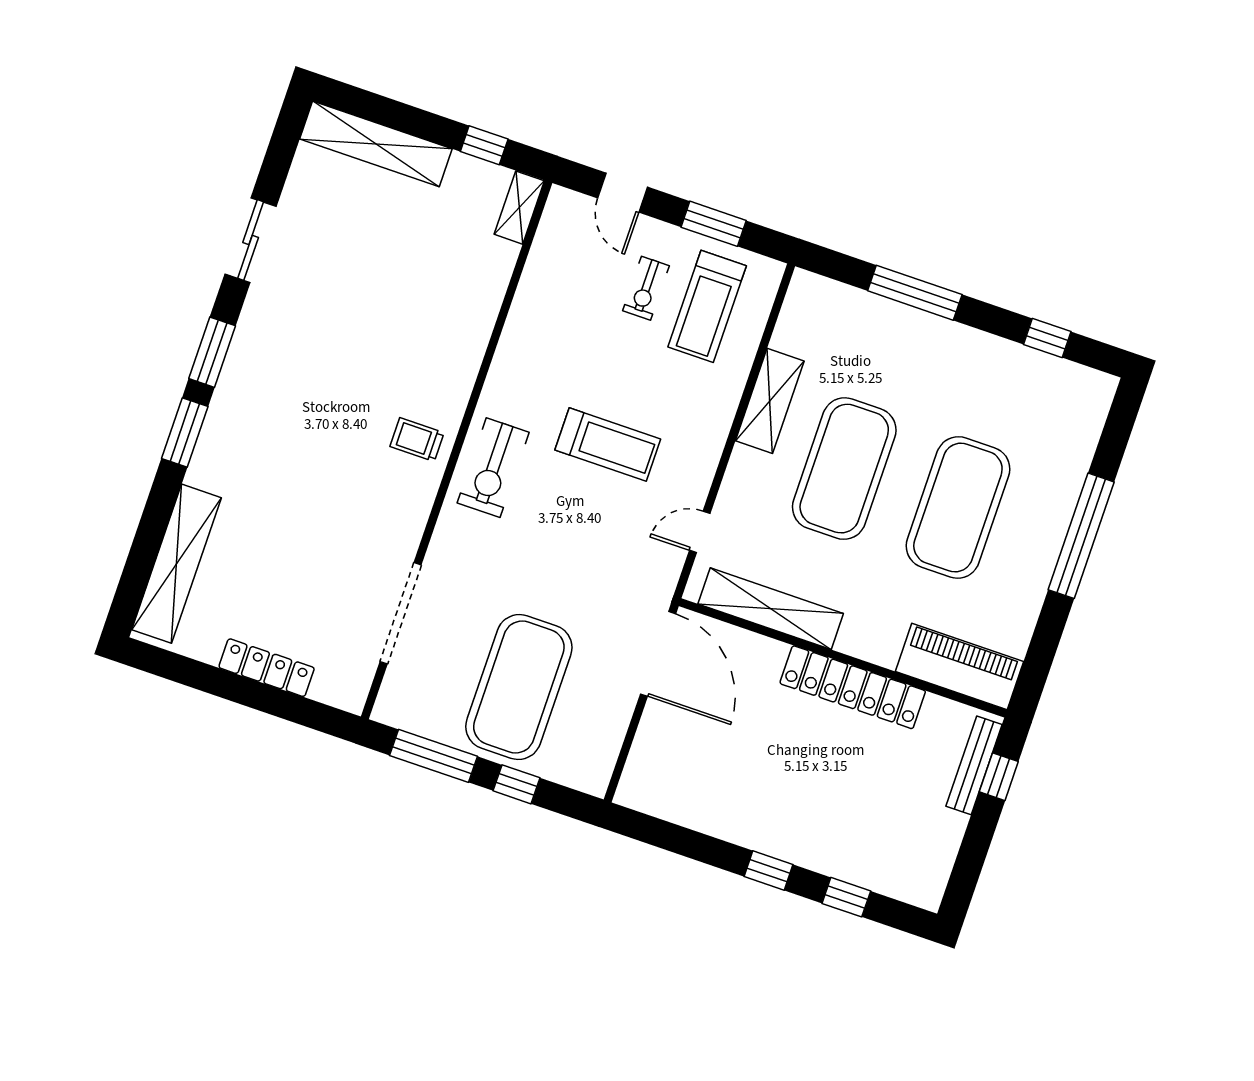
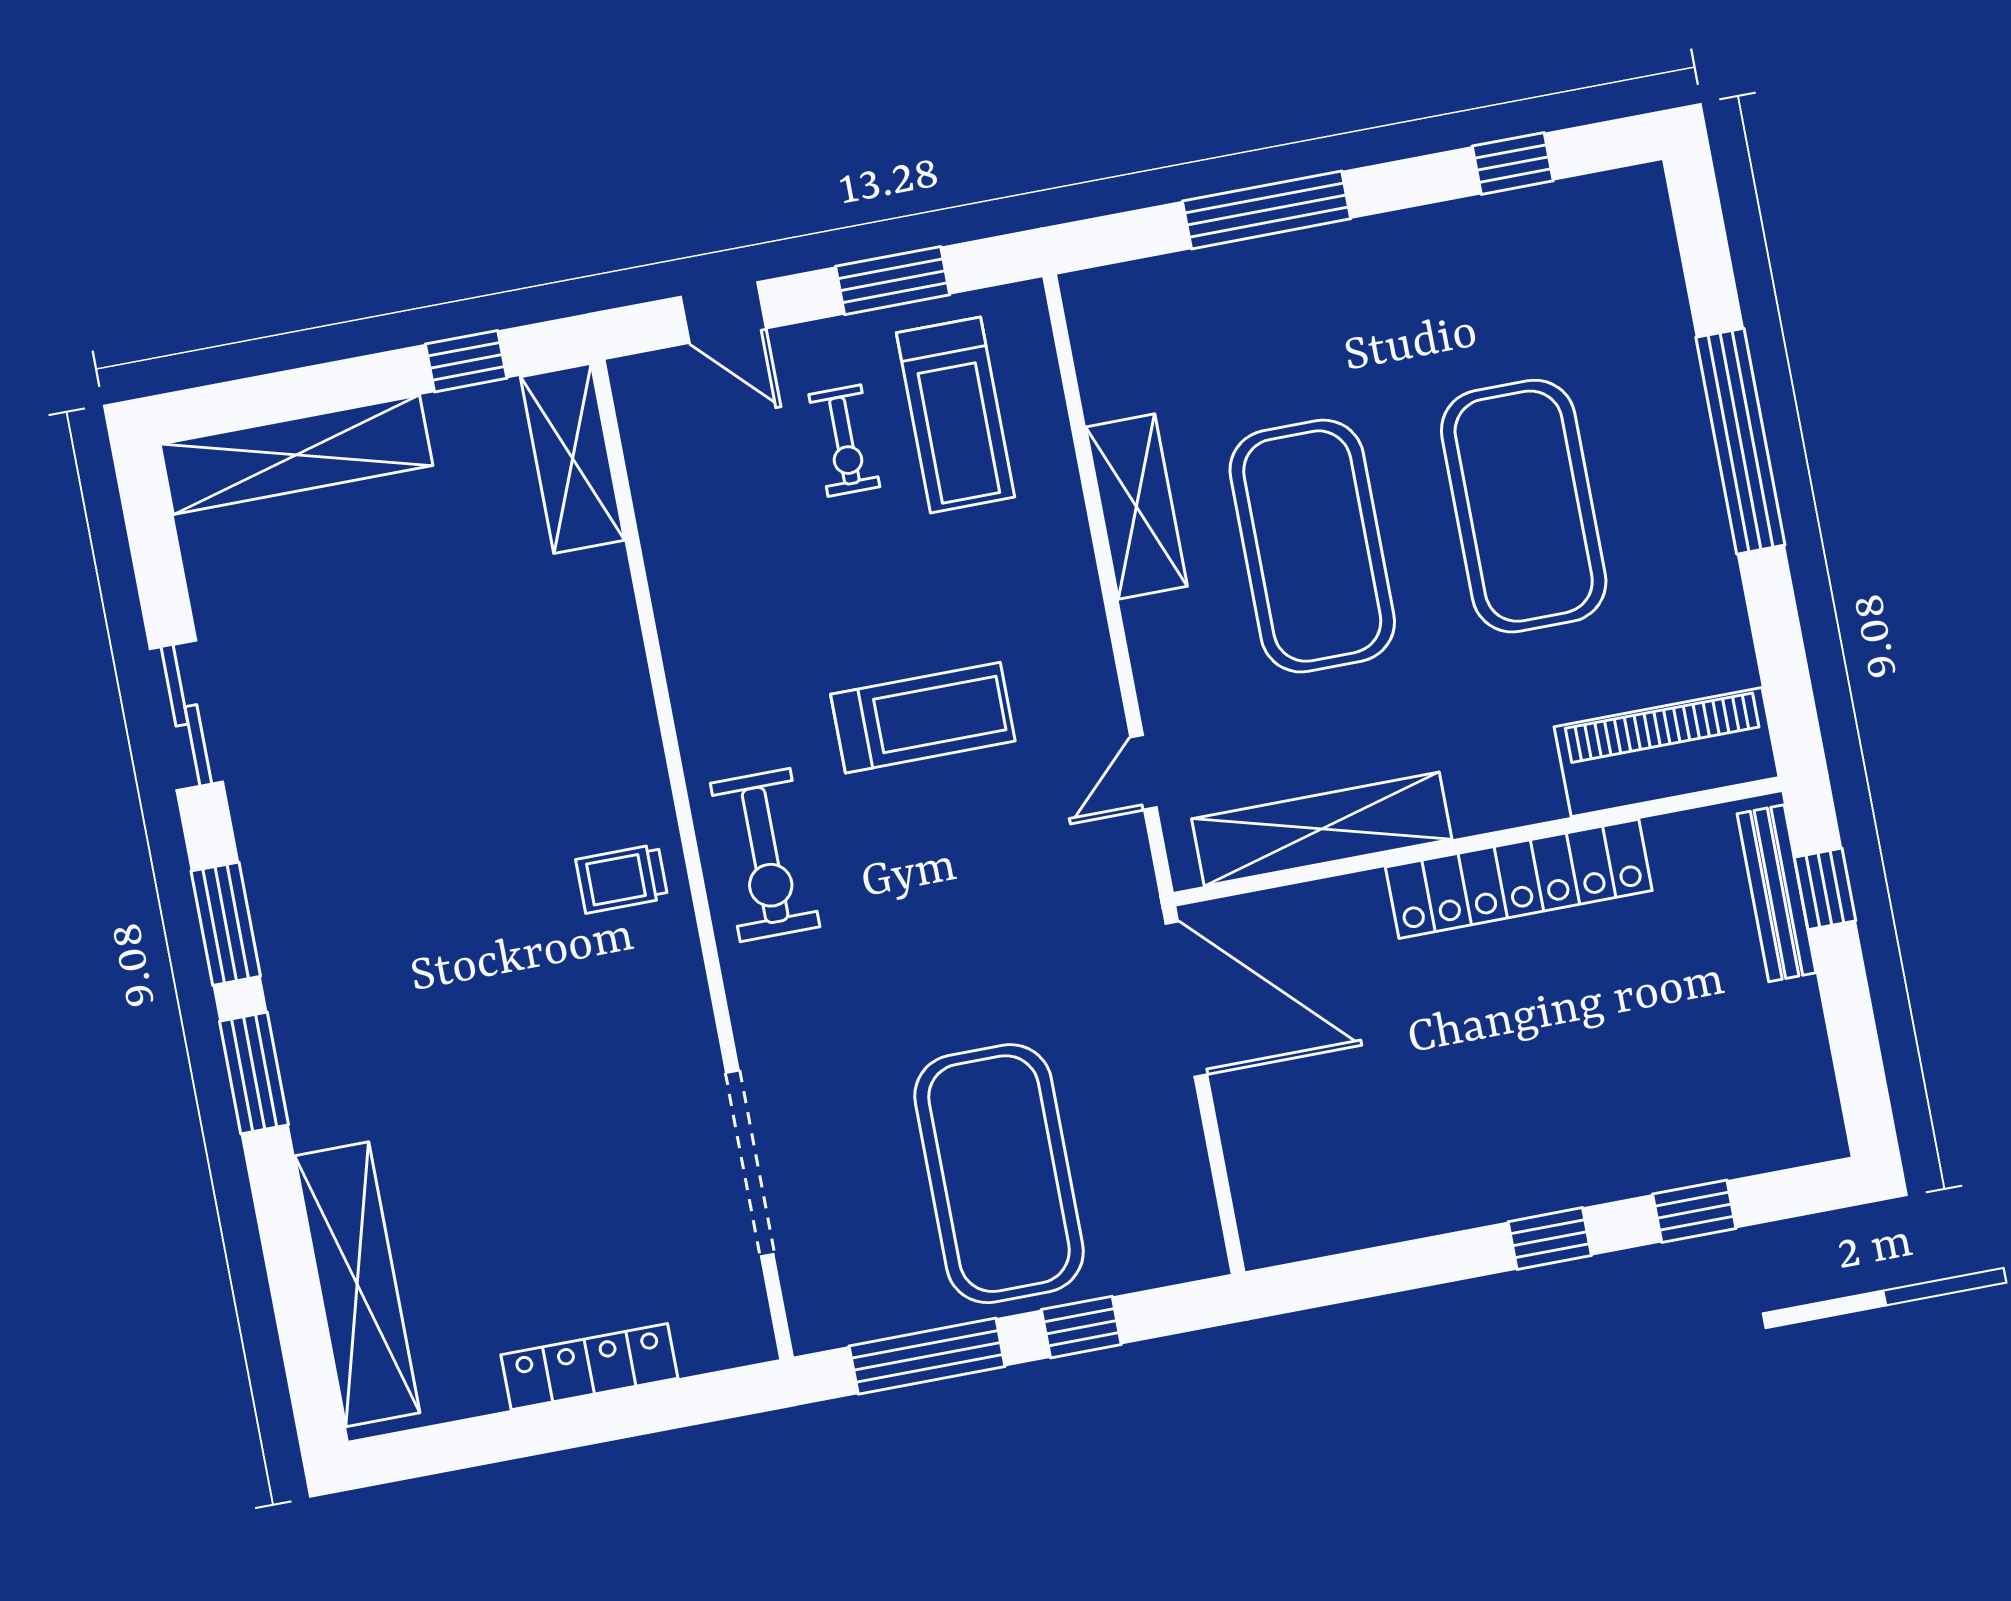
shelving: (519, 208) -> (572, 458), width x1.50, depth x1.33

